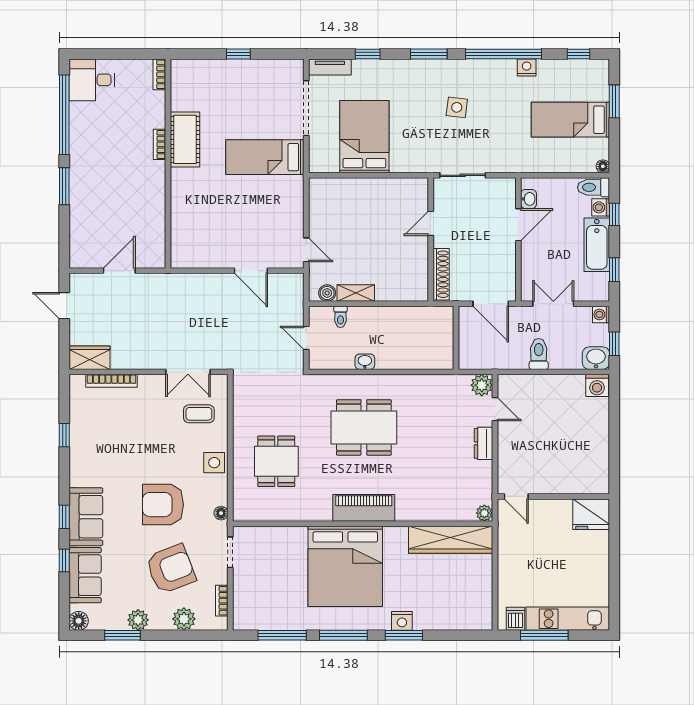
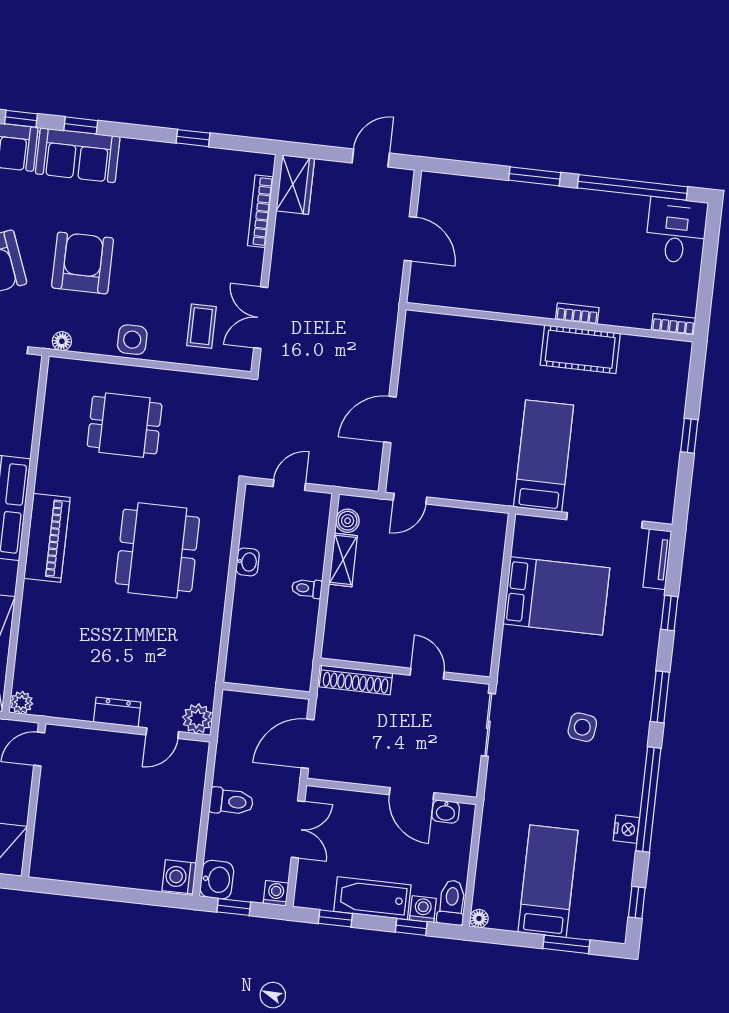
toilet: (340, 317) -> (307, 588), moved

